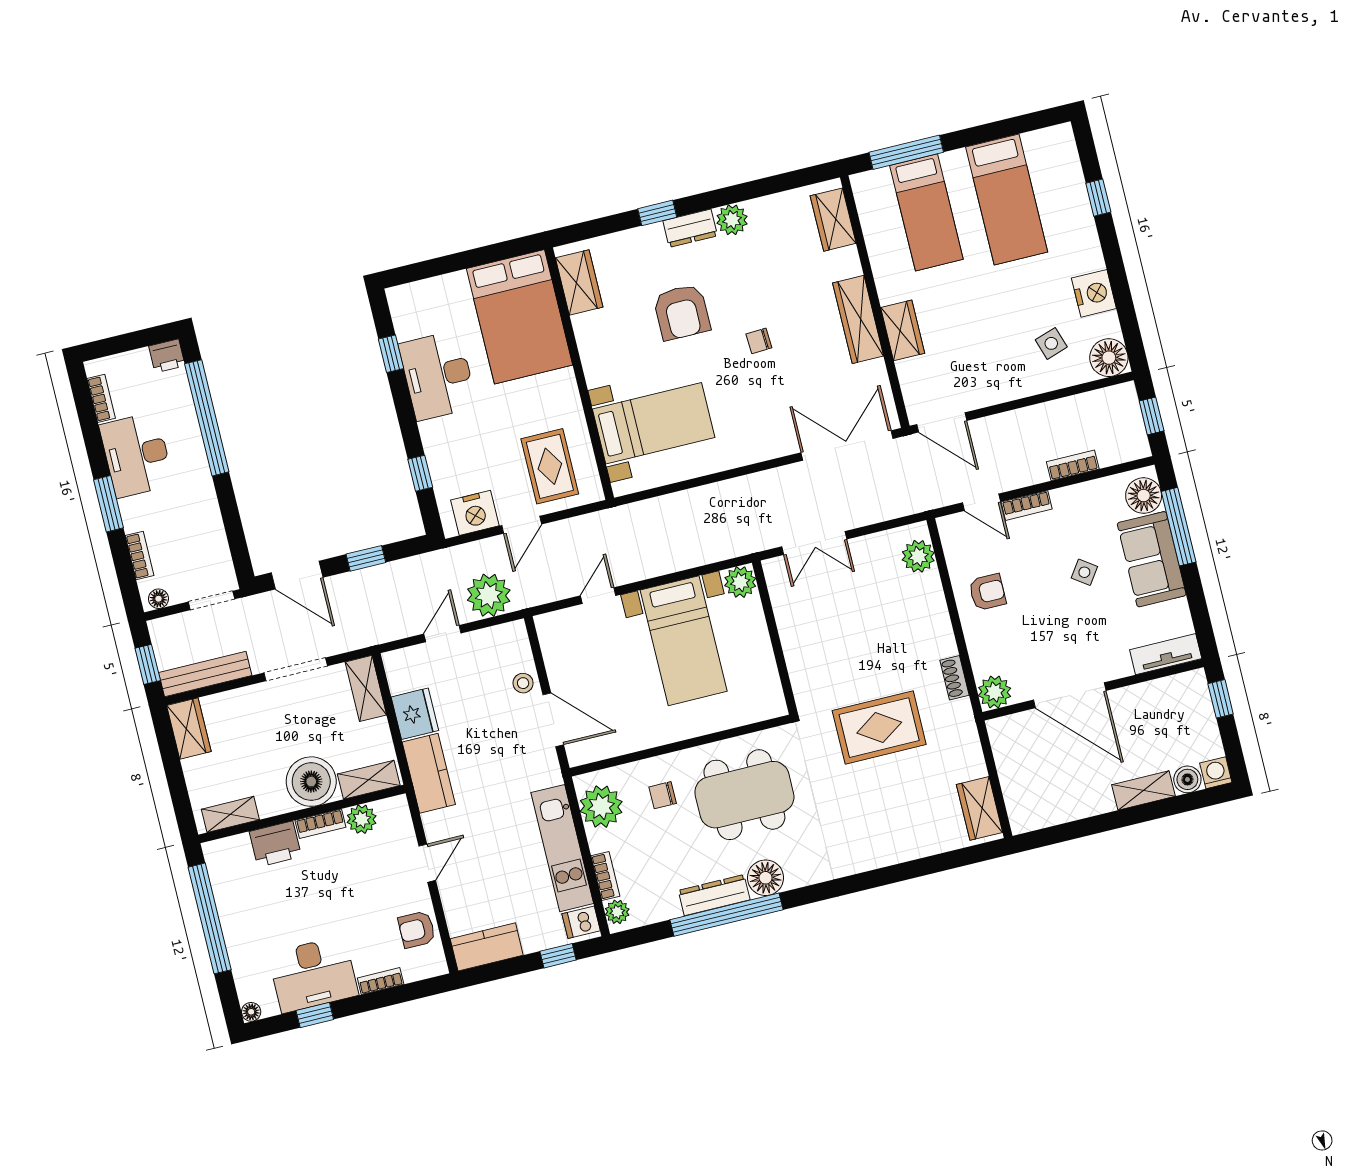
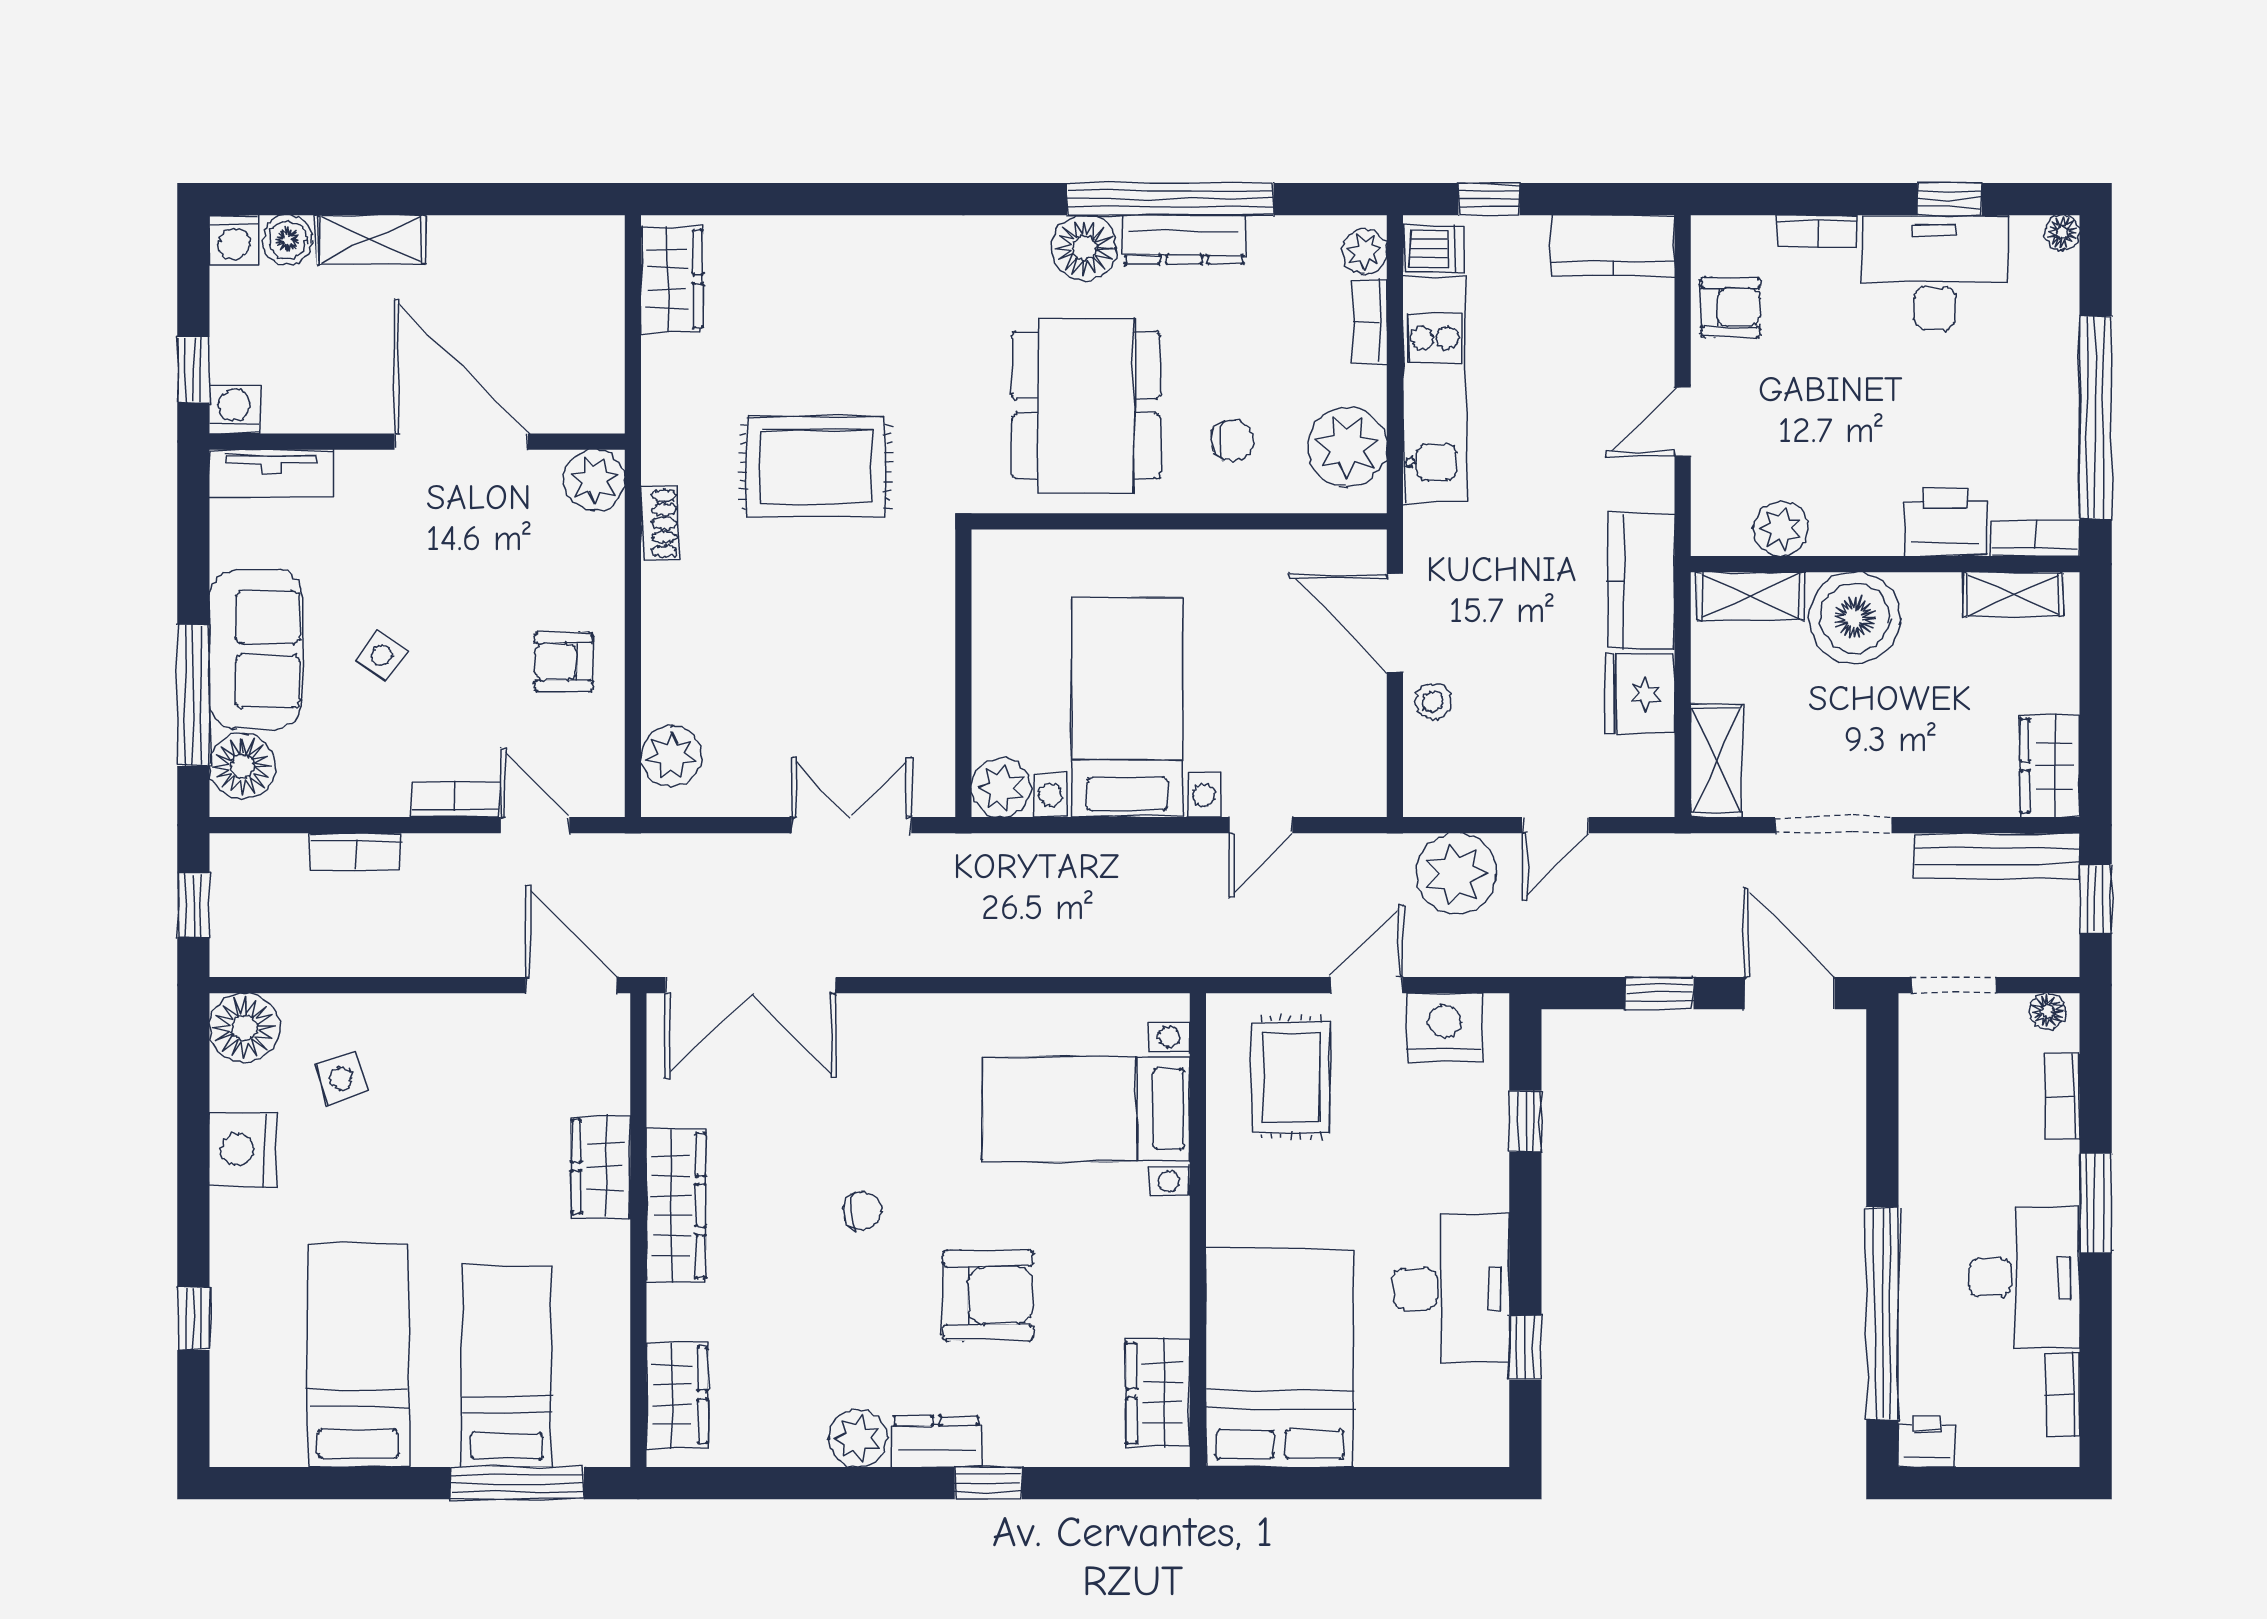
armchair: (682, 312) -> (988, 1295), turned 90
washing machine: (1194, 683) -> (234, 409), added
dining table: (744, 795) -> (1086, 406), turned 90
bookcase: (320, 824) -> (2035, 539), moved

